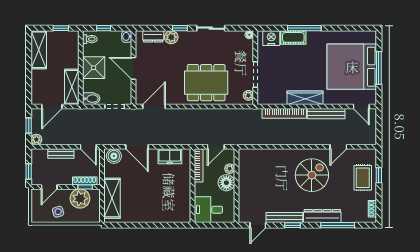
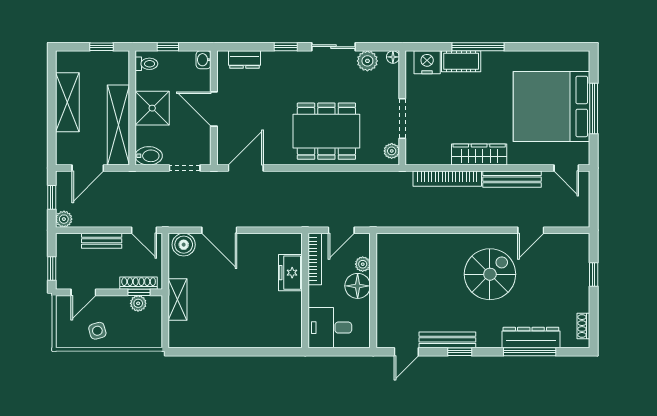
plant: (171, 37) -> (367, 61), moved
shelving: (39, 50) -> (67, 102), moved
shelving: (72, 87) -> (118, 125), width x1.47
freezer: (170, 156) -> (290, 273), moved, turned 90
rug: (363, 178) -> (569, 278), removed
shelving: (112, 198) -> (178, 299), width x0.67, depth x0.75
plant: (80, 199) -> (138, 303), width x0.53, depth x0.53
dresser: (322, 216) -> (531, 337), moved

